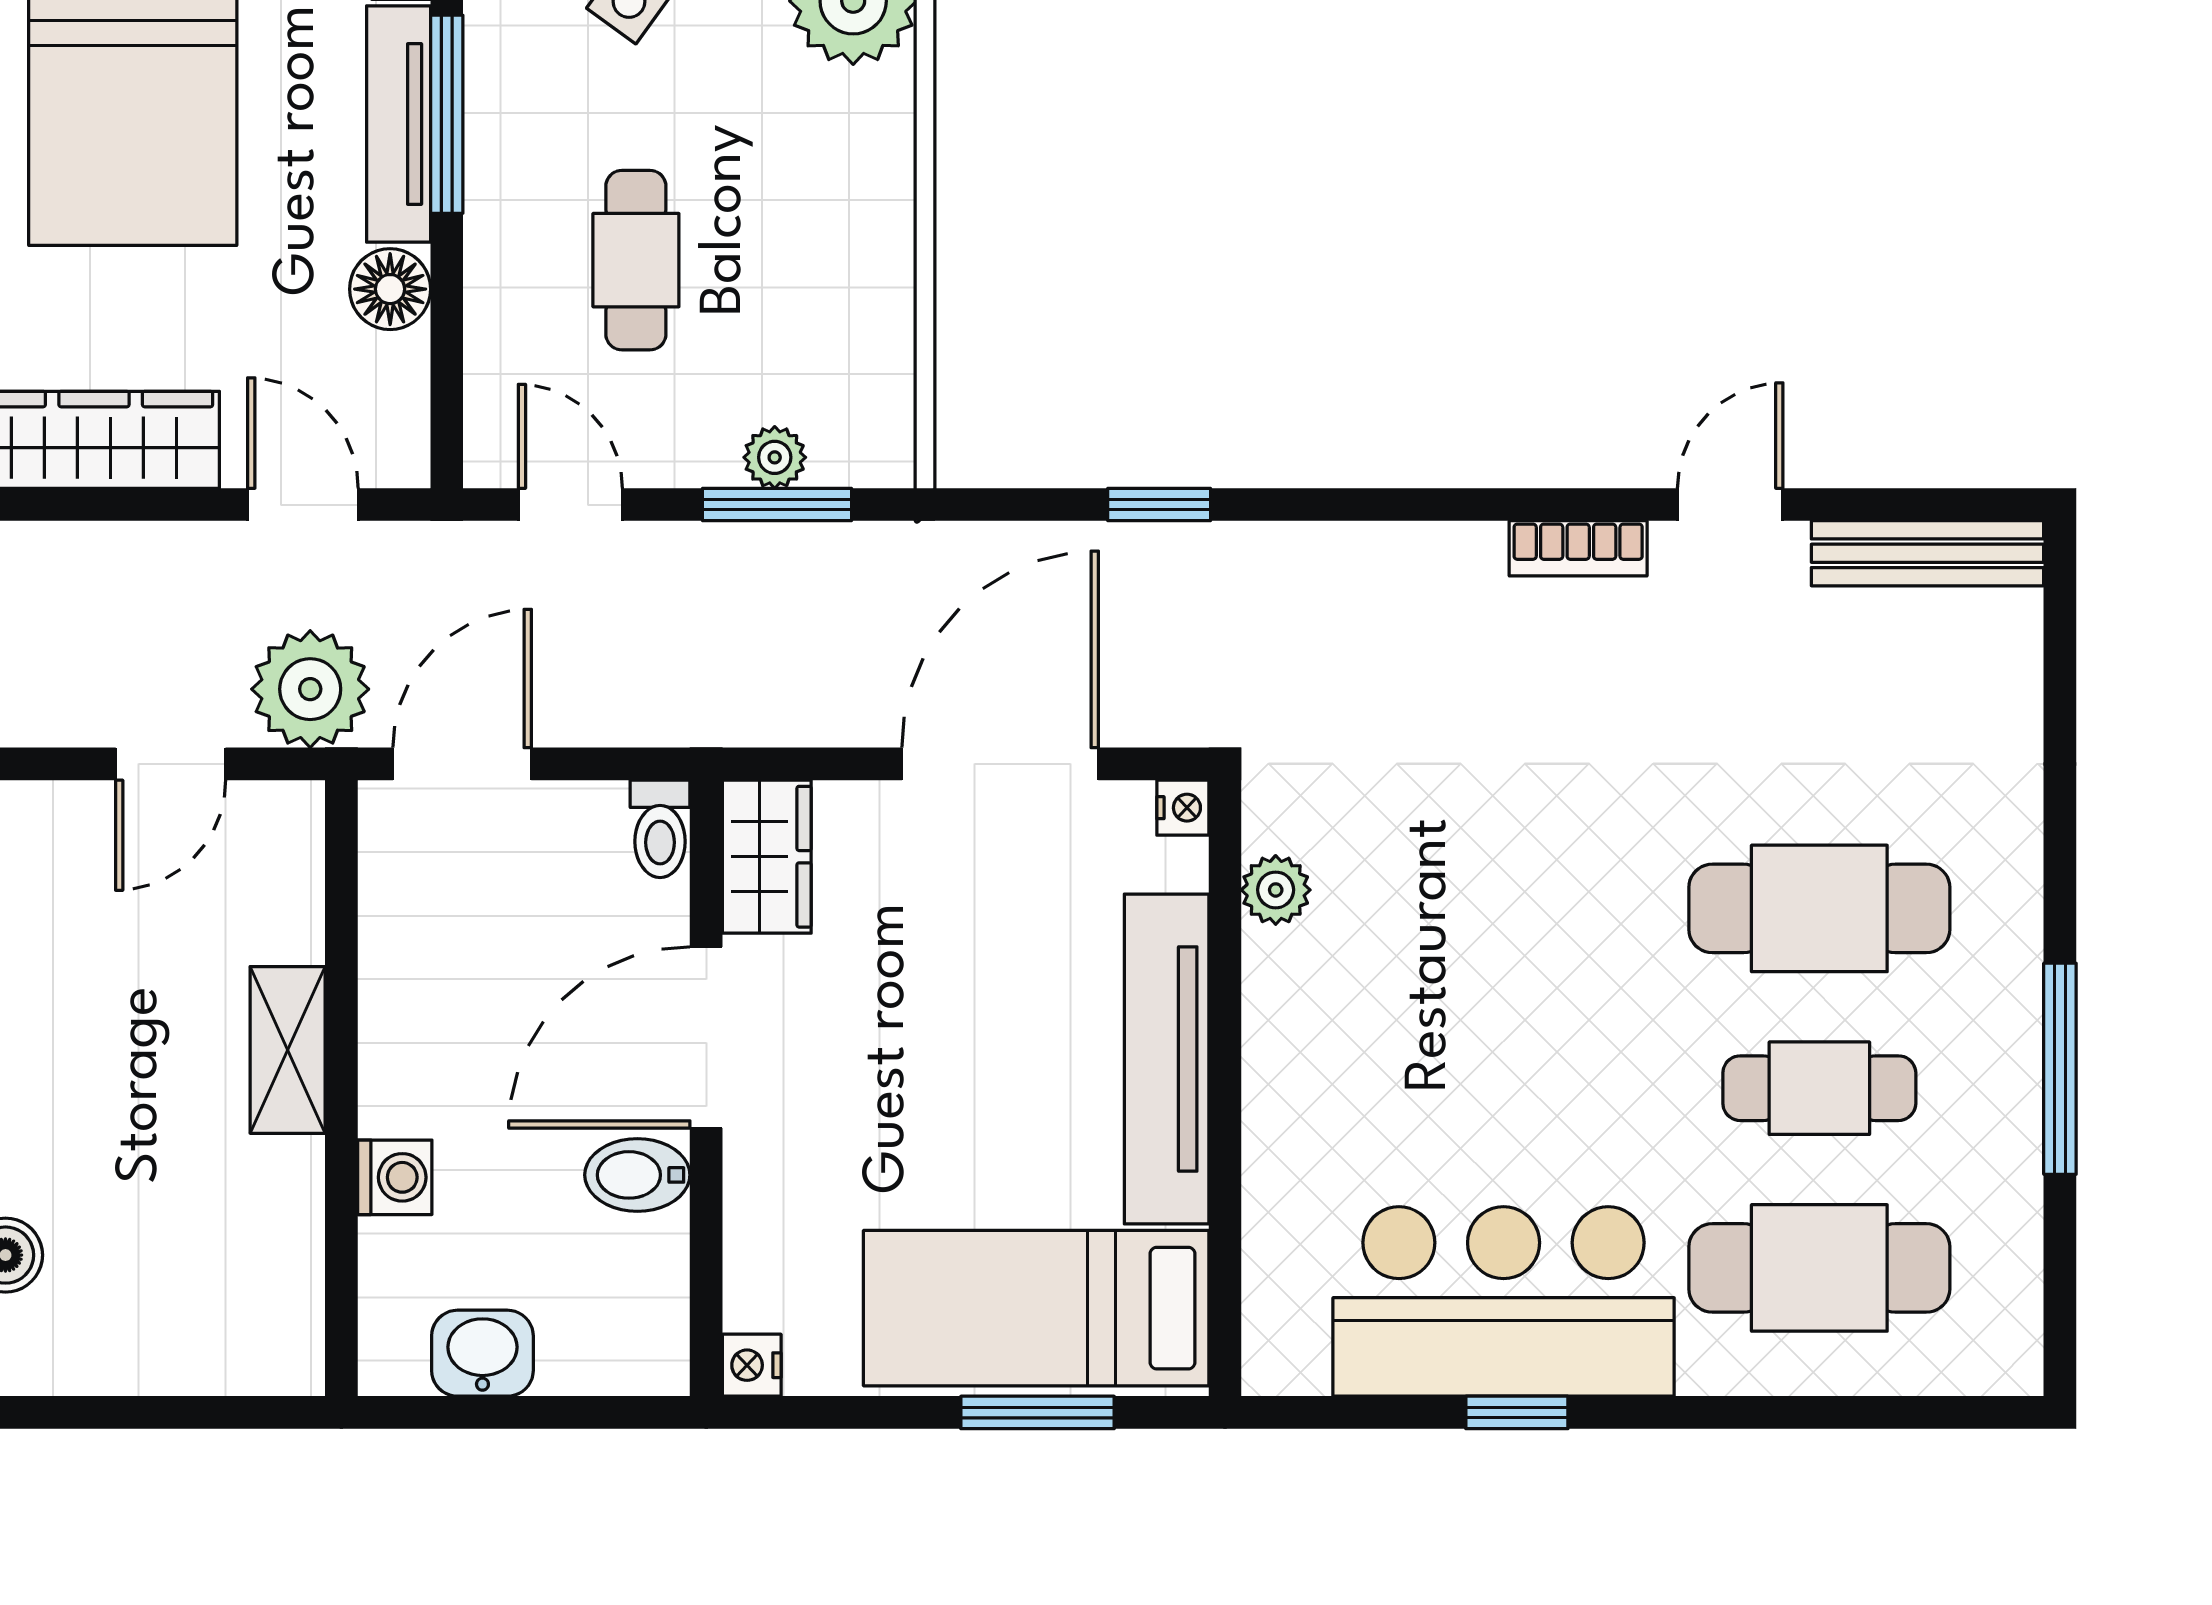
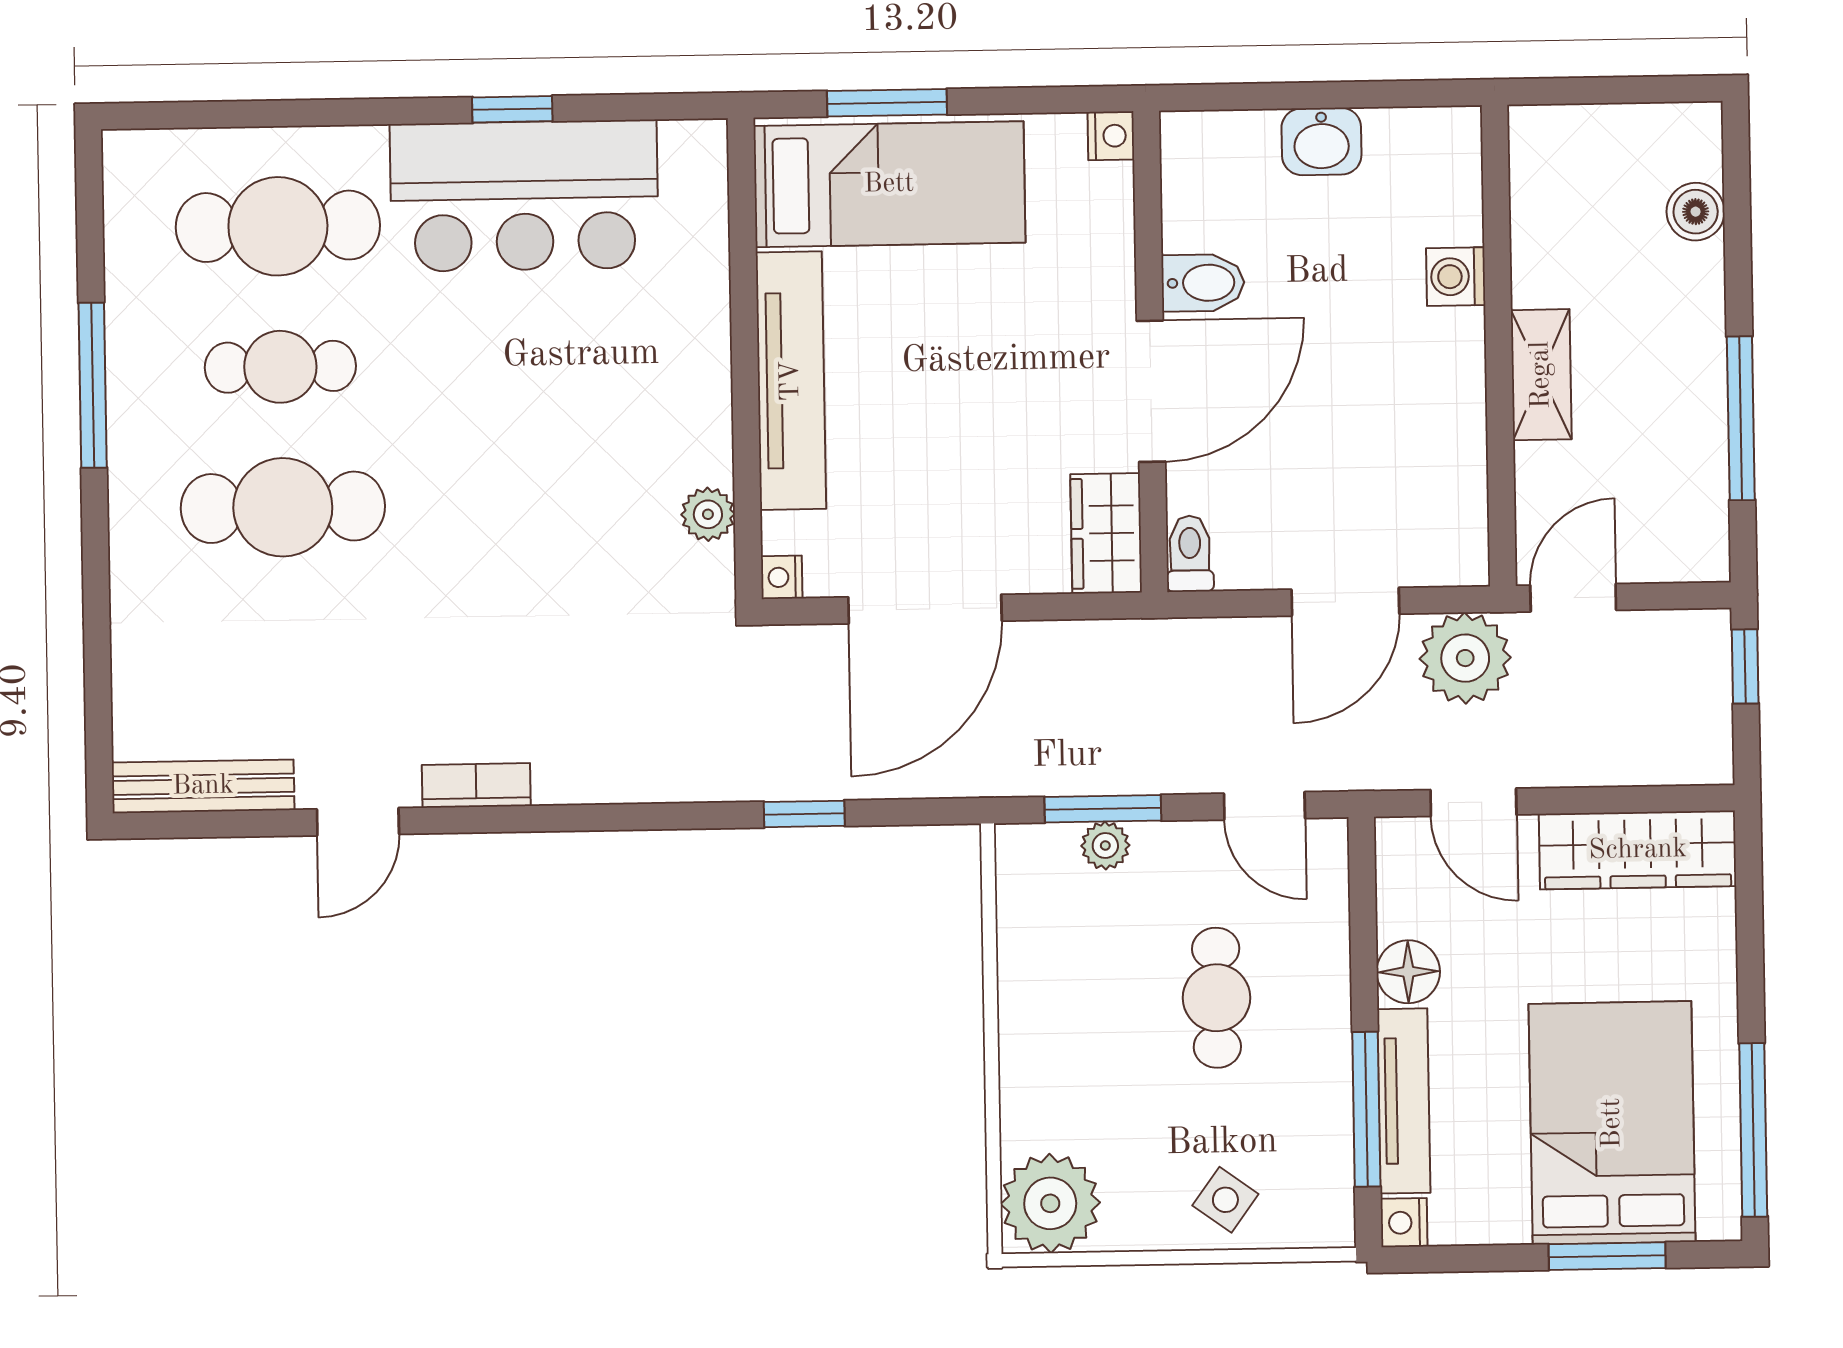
shelving: (288, 1050) -> (1541, 375), moved
wall: (341, 1088) -> (1499, 346), moved
washing machine: (395, 1177) -> (1456, 277), moved

